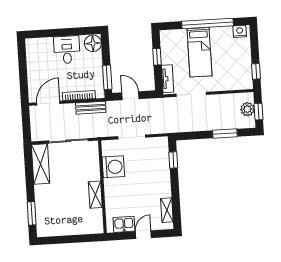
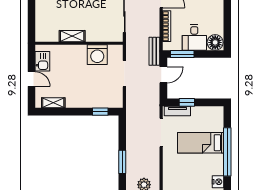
desk: (67, 50) -> (194, 37), moved, turned 90
window: (157, 57) -> (187, 102), moved
bench: (91, 108) -> (154, 51), moved

